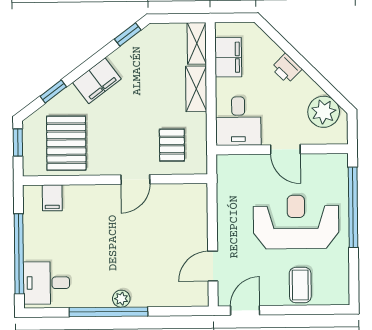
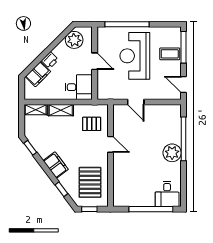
filing cabinet: (228, 57) -> (38, 74), moved, turned 135
pallet: (66, 143) -> (90, 182), turned 90
door: (285, 149) -> (95, 61), hinge flipped
filing cabinet: (52, 198) -> (120, 190), removed
door: (213, 266) -> (136, 102), moved
plant: (121, 299) -> (172, 153), width x1.88, depth x1.88
window: (313, 310) -> (183, 47), added
window: (108, 312) -> (183, 139), moved

